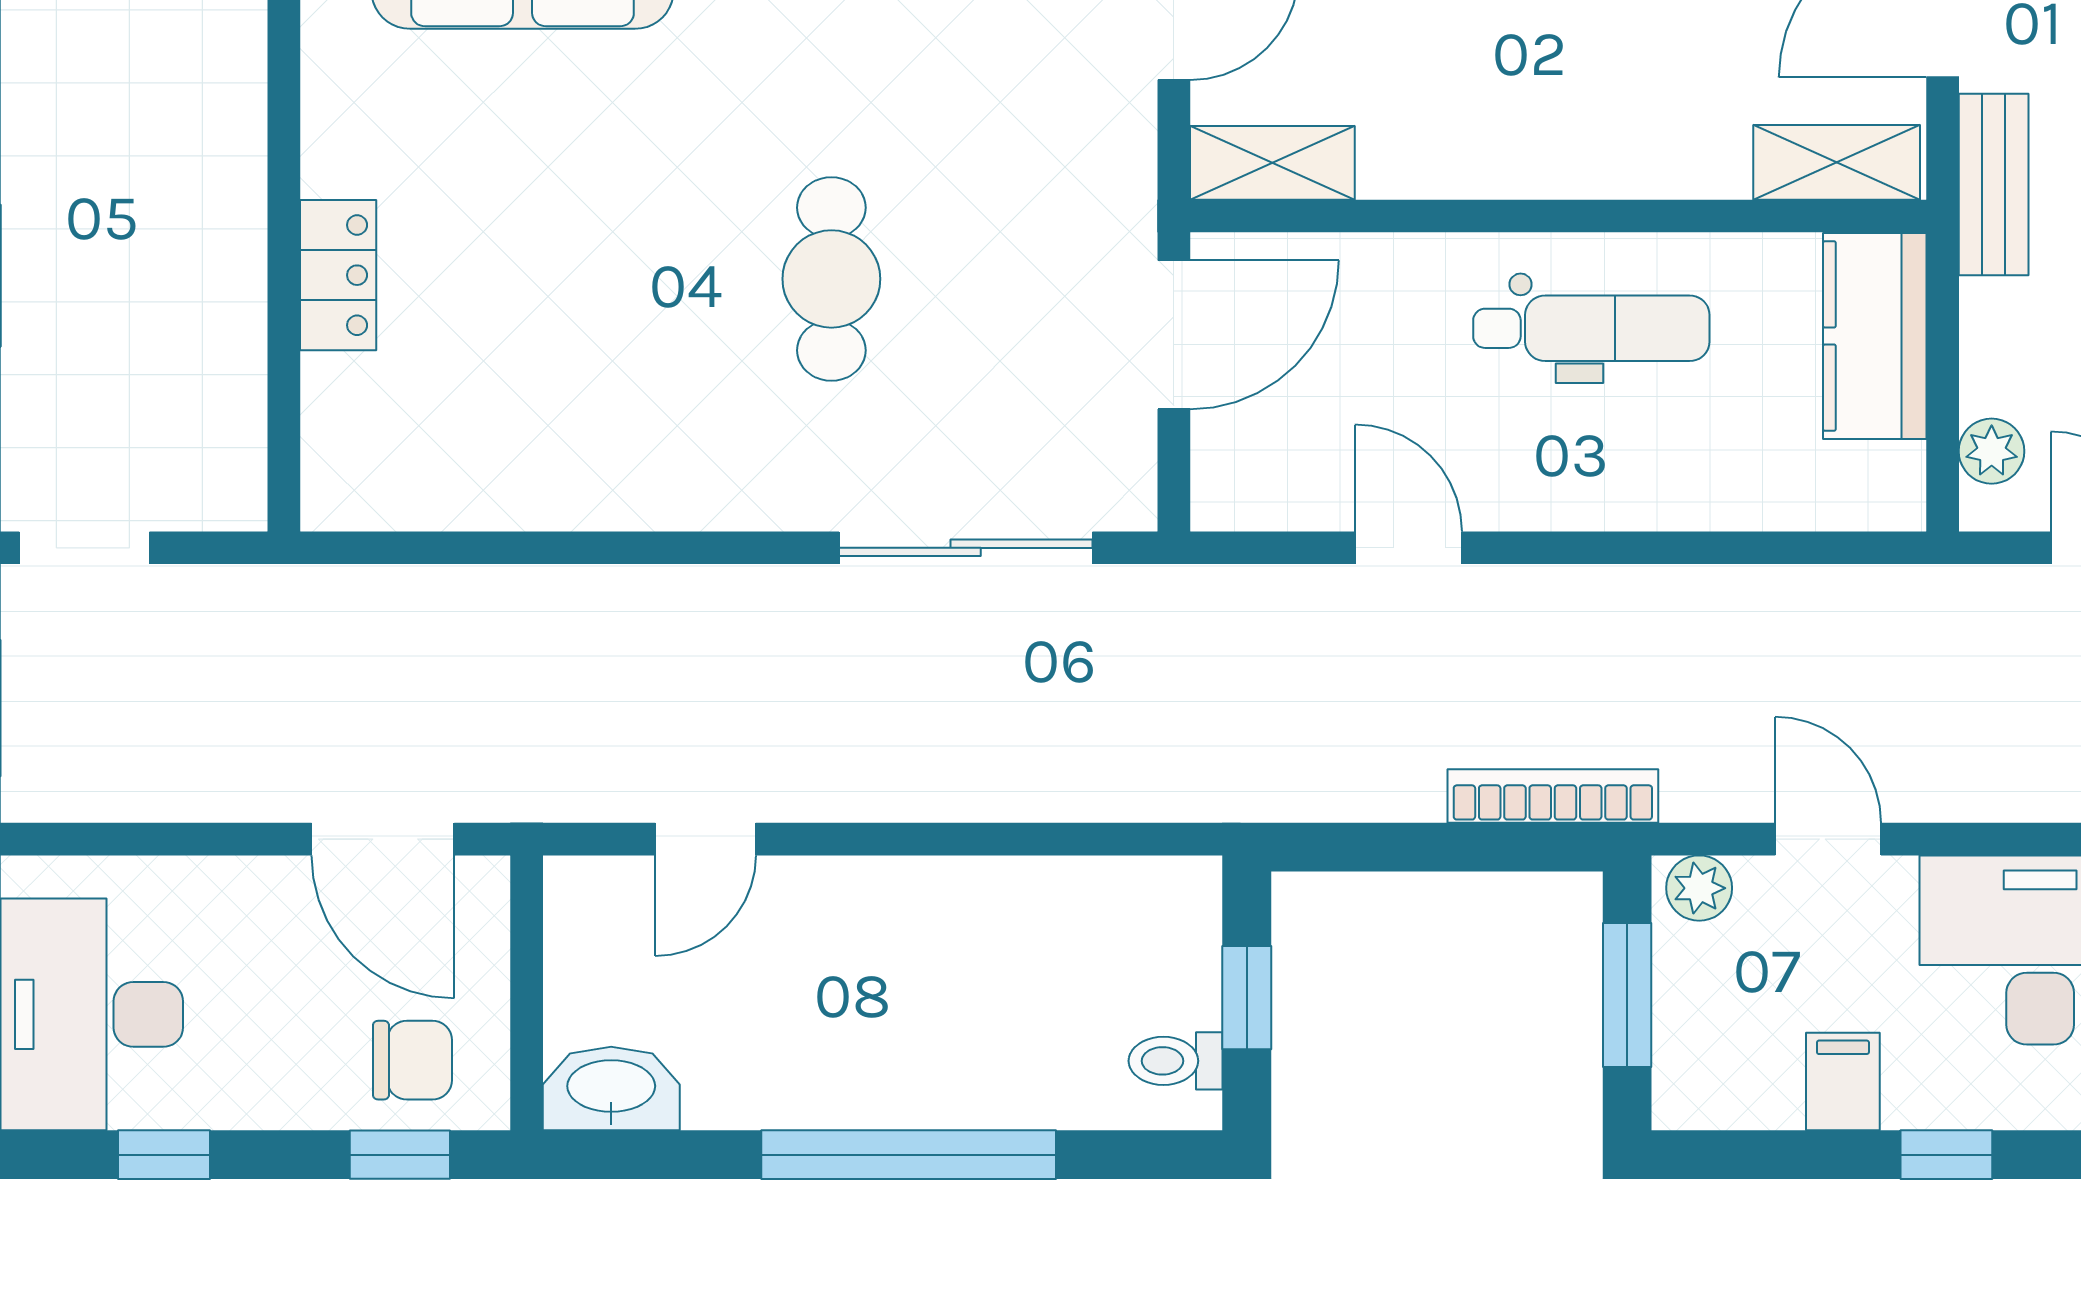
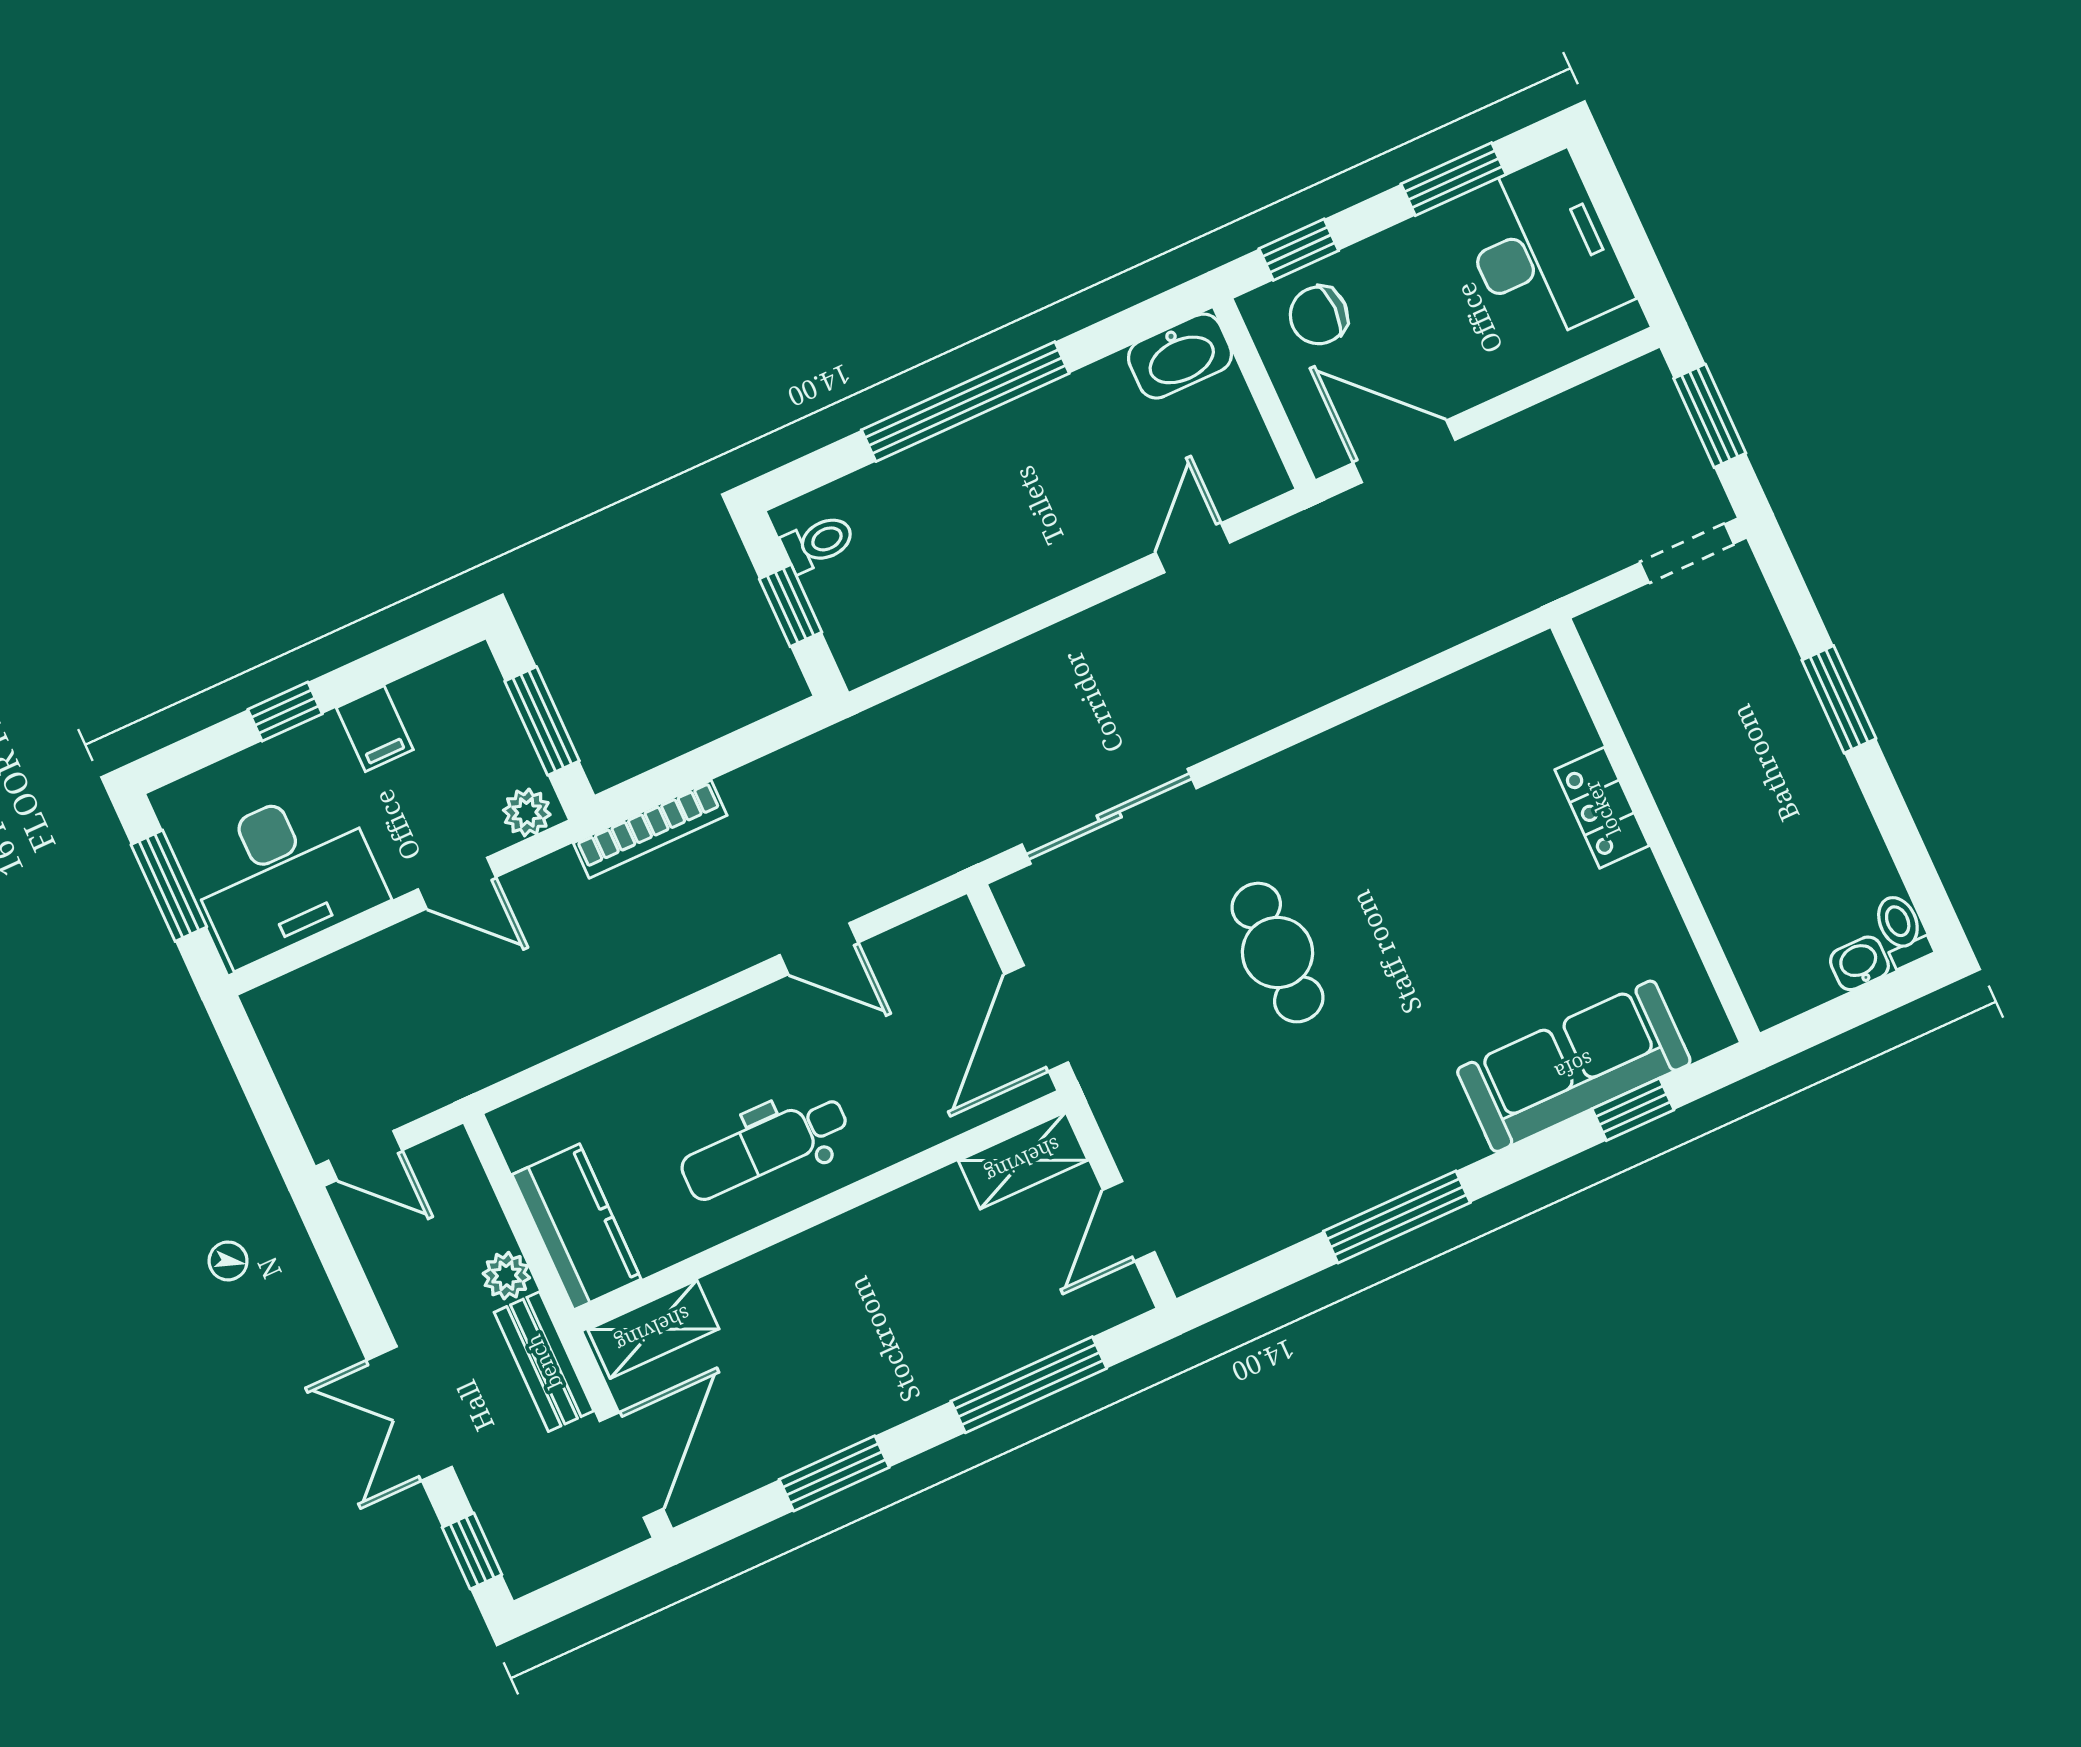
plant: (1992, 451) -> (506, 1276), moved
window: (164, 1155) -> (1453, 179), width x1.50

